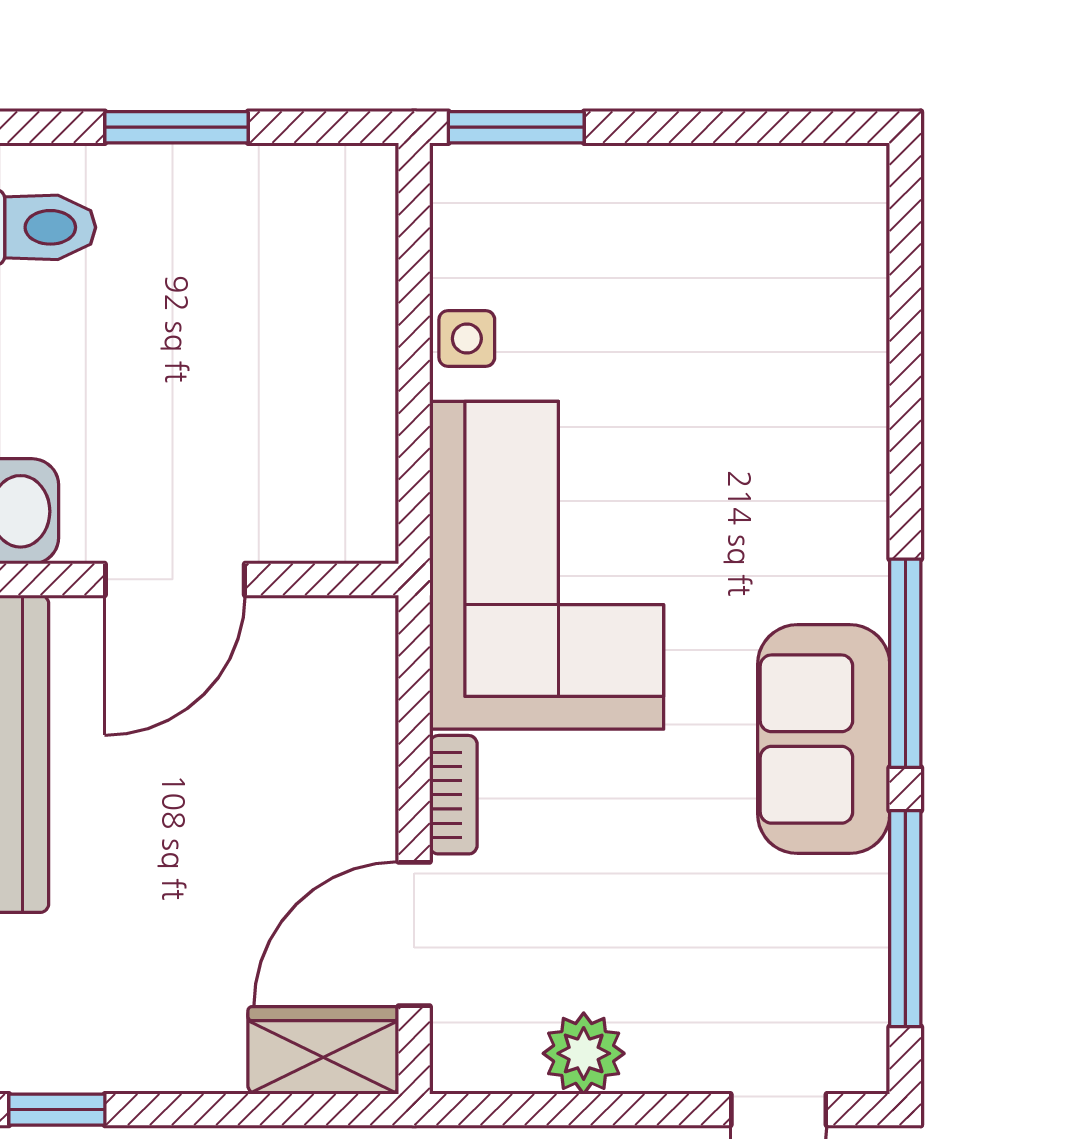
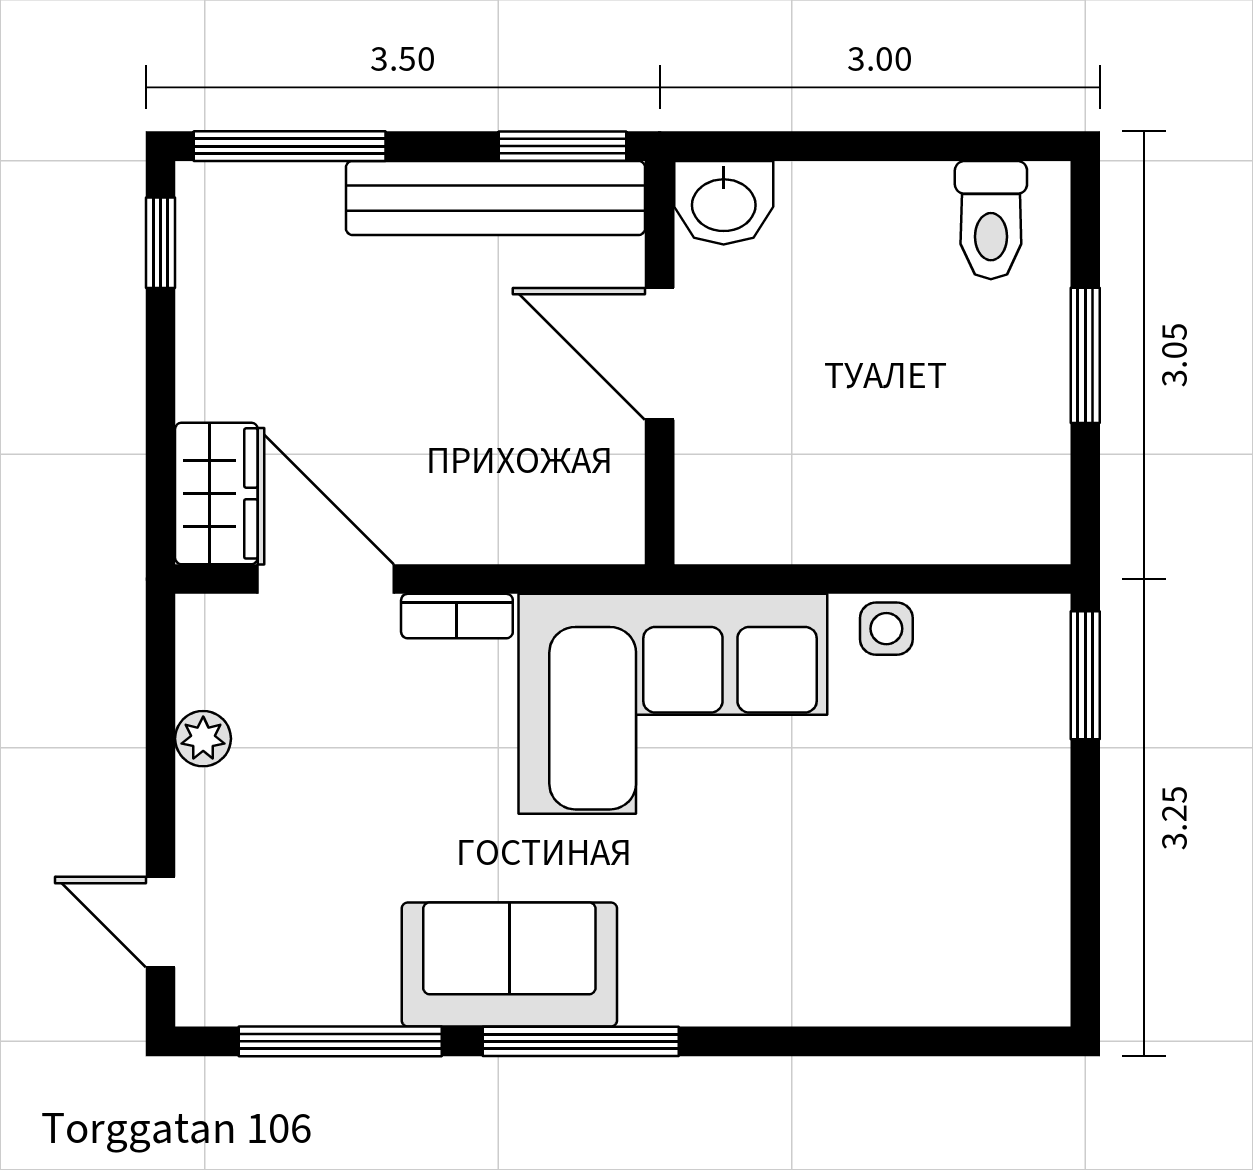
plant: (584, 1053) -> (203, 739), width x0.73, depth x0.73

